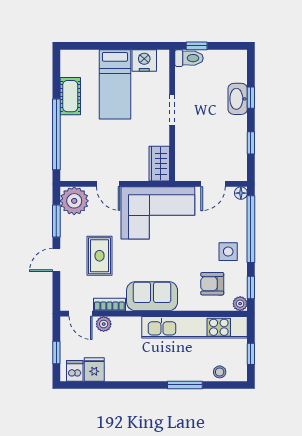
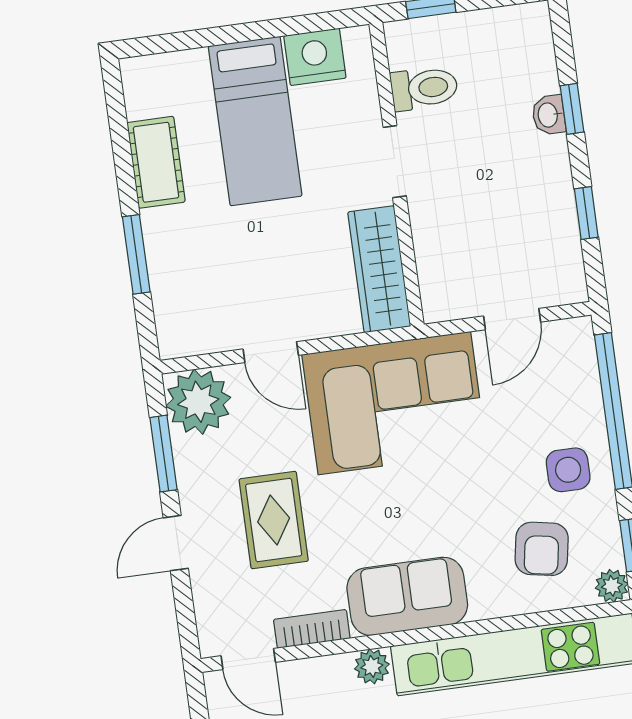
toilet: (189, 58) -> (424, 88), moved
washbasin: (238, 99) -> (549, 115), width x0.52, depth x0.69
window: (56, 134) -> (136, 254), width x0.47
wardrobe: (159, 164) -> (379, 269), width x1.50
floor lamp: (241, 193) -> (579, 331), removed
armchair: (212, 284) -> (542, 549), turned -80
plant: (104, 324) -> (372, 666), moved

